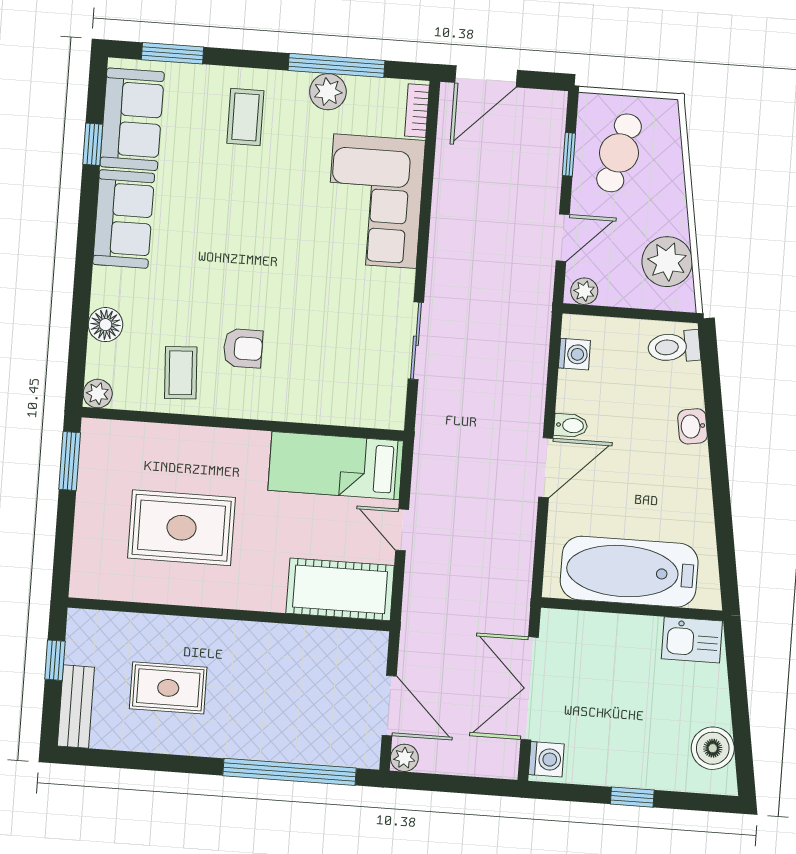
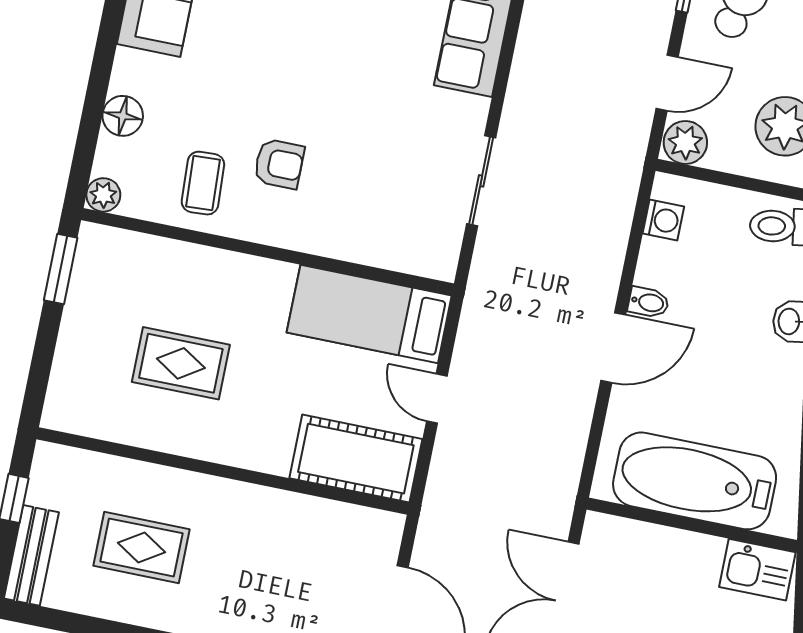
plant: (584, 291) -> (685, 142), width x1.38, depth x1.38
rug: (182, 528) -> (181, 363), width x0.73, depth x0.70

